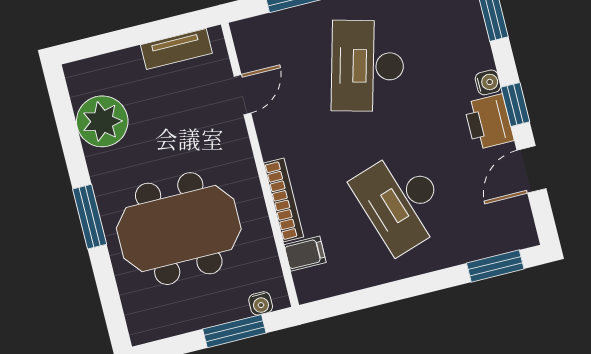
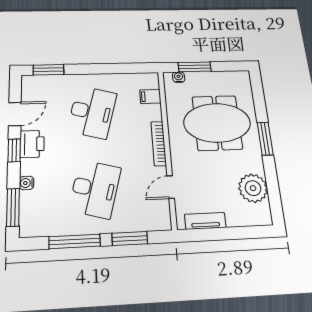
water cooler: (488, 82) -> (27, 183), moved
bookcase: (284, 200) -> (159, 144), moved
desk: (401, 202) -> (92, 112), turned 33

